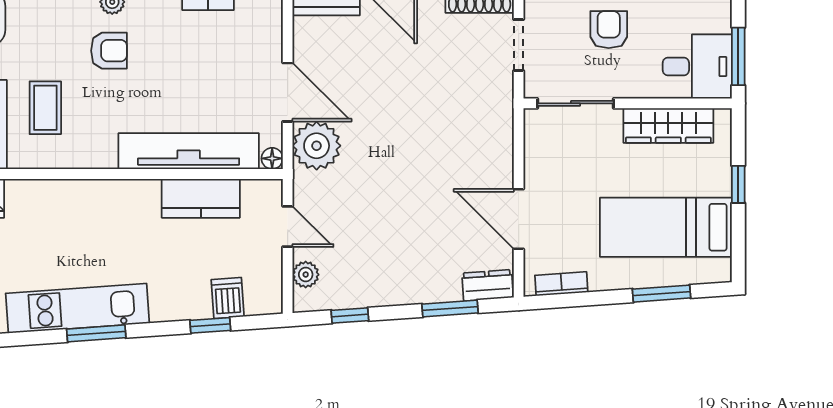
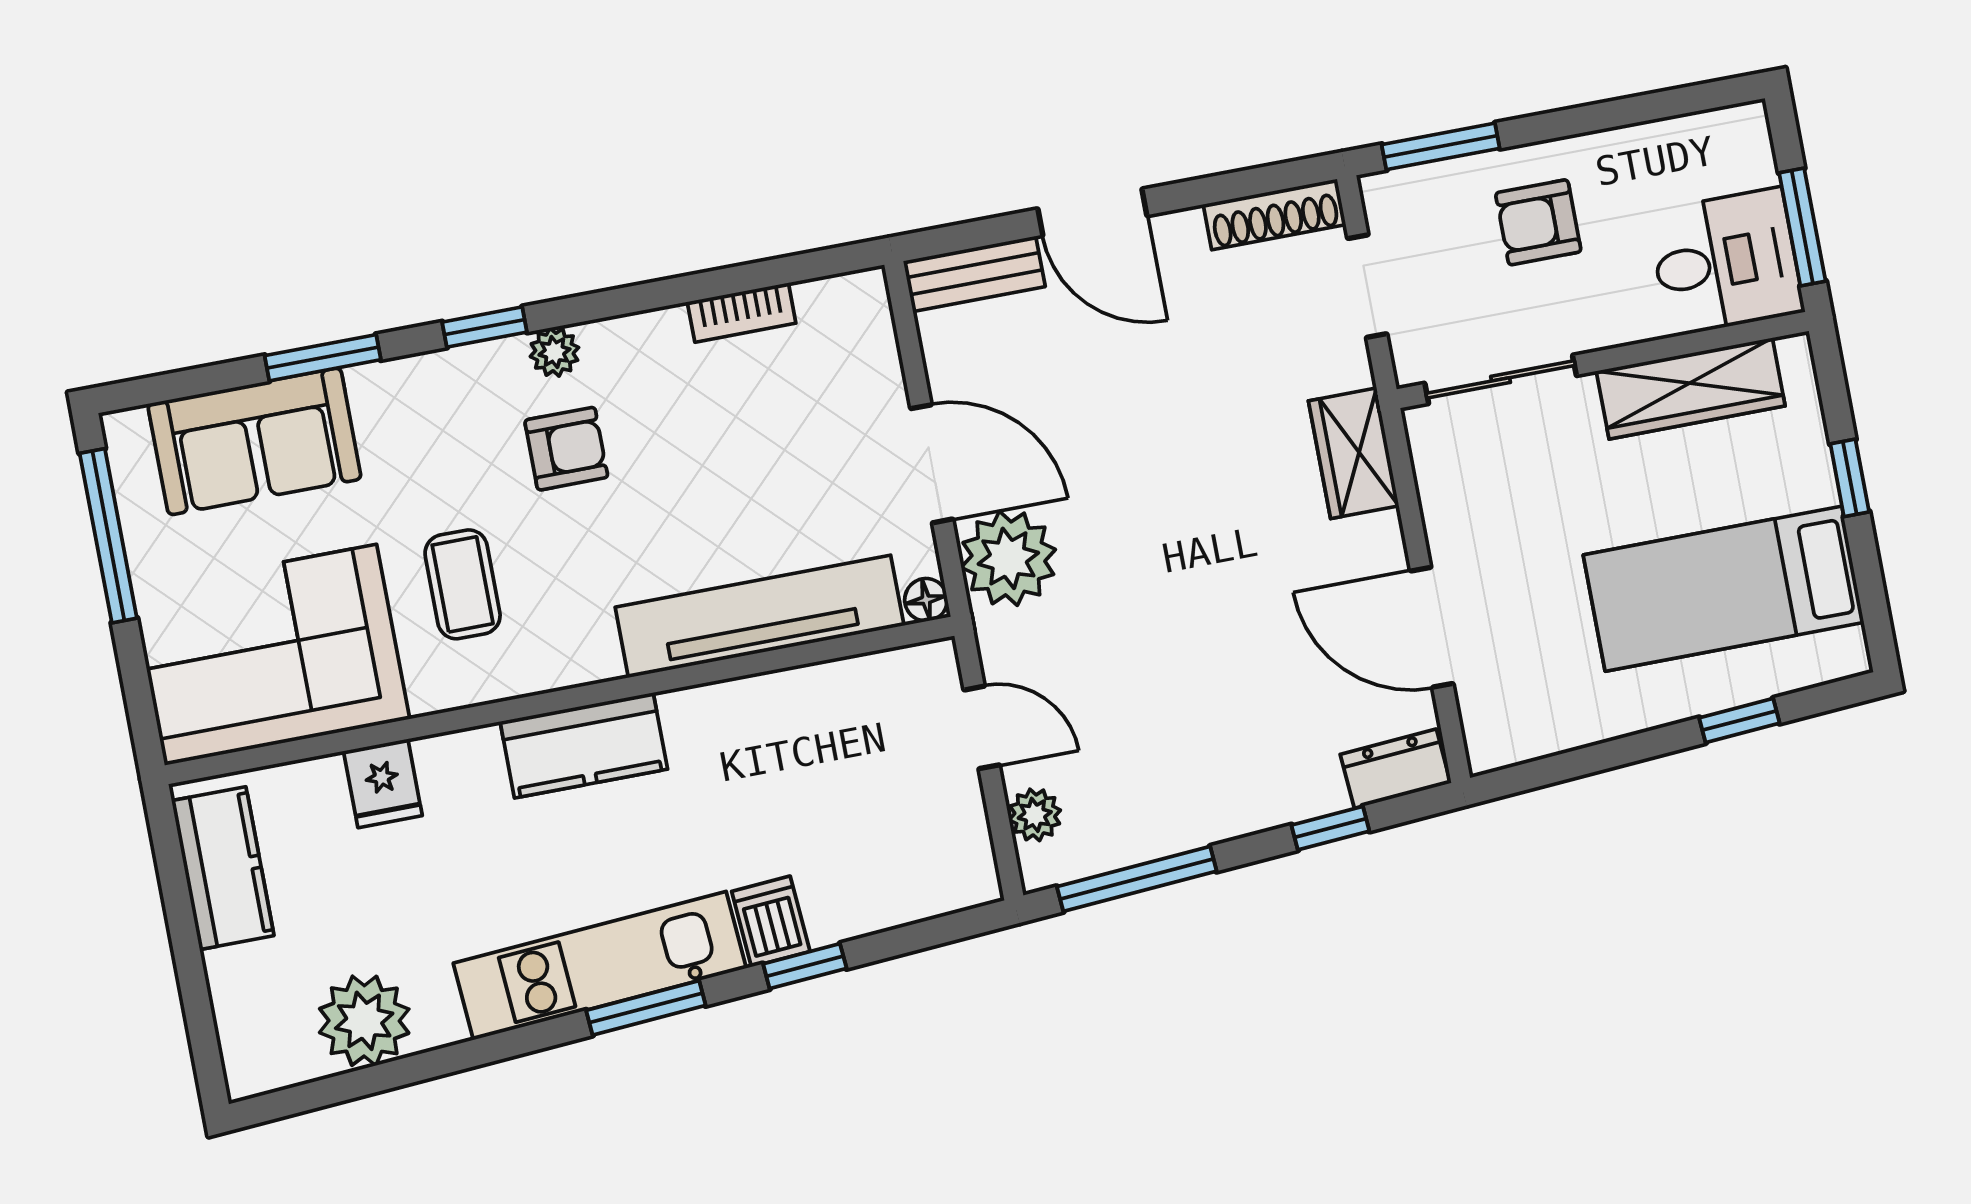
armchair: (609, 30) -> (1538, 222), turned -90
wardrobe: (496, 126) -> (1354, 453), added
kitchen counter: (201, 198) -> (584, 745), moved
bookcase: (561, 284) -> (1540, 738), removed
window: (661, 294) -> (1739, 721), width x0.67
dishwasher: (228, 298) -> (771, 921), moved
window: (450, 308) -> (1330, 828), width x0.67
window: (350, 316) -> (1137, 879), width x2.17
window: (210, 325) -> (805, 966), moved

